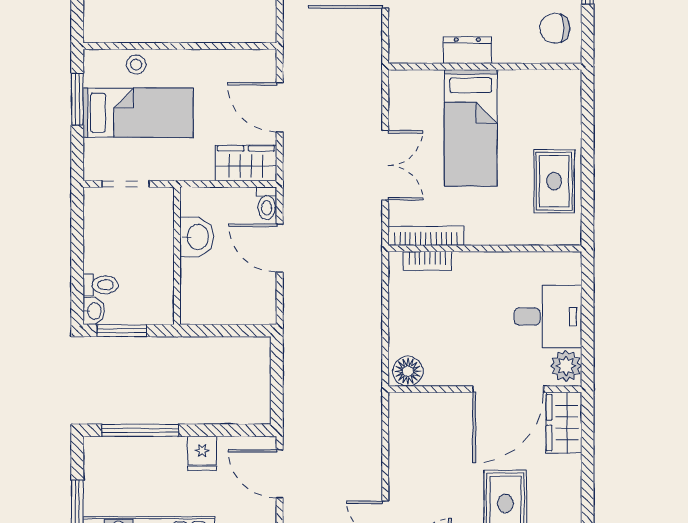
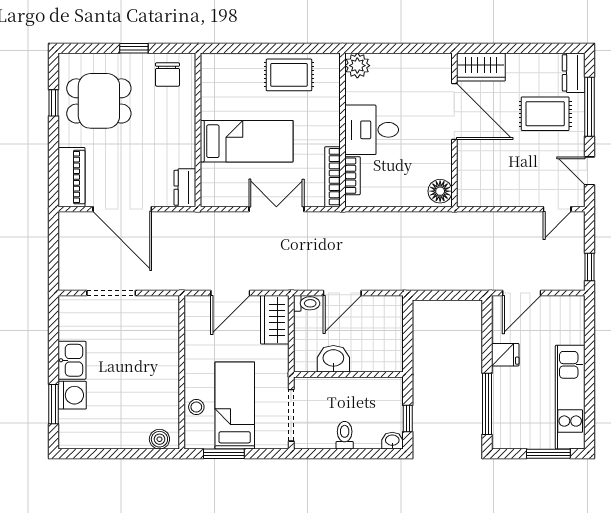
boiler: (96, 18) -> (159, 439), added
dresser: (467, 50) -> (185, 188), moved
doorway: (126, 184) -> (291, 415), width x1.38
toilet: (101, 285) -> (345, 435), moved
desk: (548, 317) -> (372, 130), moved, turned -90
window: (122, 331) -> (408, 418), width x0.67
plant: (566, 366) -> (357, 66), moved

